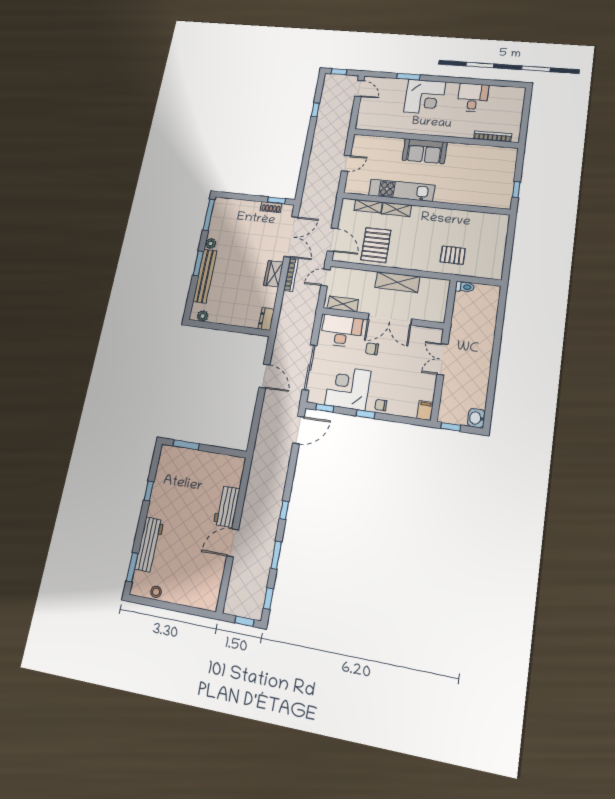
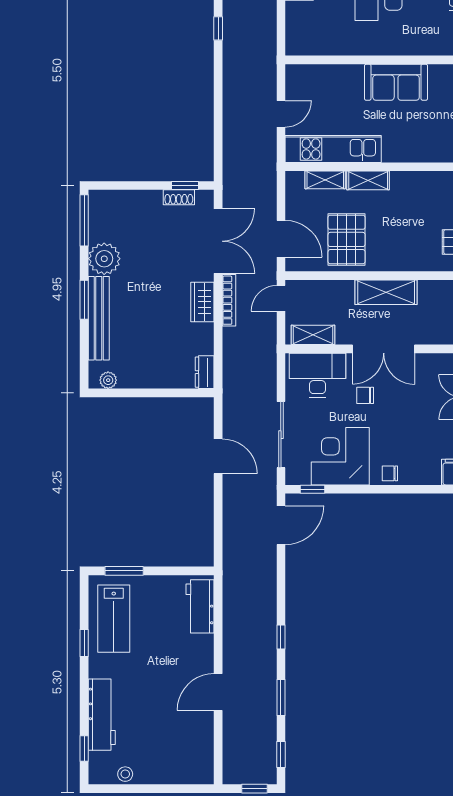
kitchen unit: (402, 190) -> (333, 149), moved
plant: (211, 244) -> (104, 259), width x1.87, depth x1.87
window: (366, 414) -> (371, 489), removed
lab bench: (172, 477) -> (114, 619), added
workbench: (227, 507) -> (200, 606), moved
window: (132, 567) -> (84, 748), width x0.67

